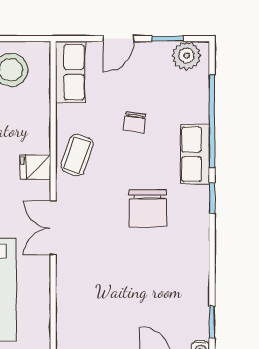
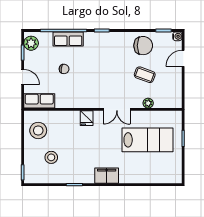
row of seats: (195, 154) -> (68, 39), moved
coffee table: (77, 155) -> (145, 75), moved
chair: (148, 208) -> (143, 46), moved
plant: (66, 291) -> (148, 103), added

